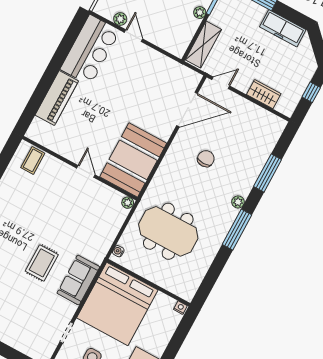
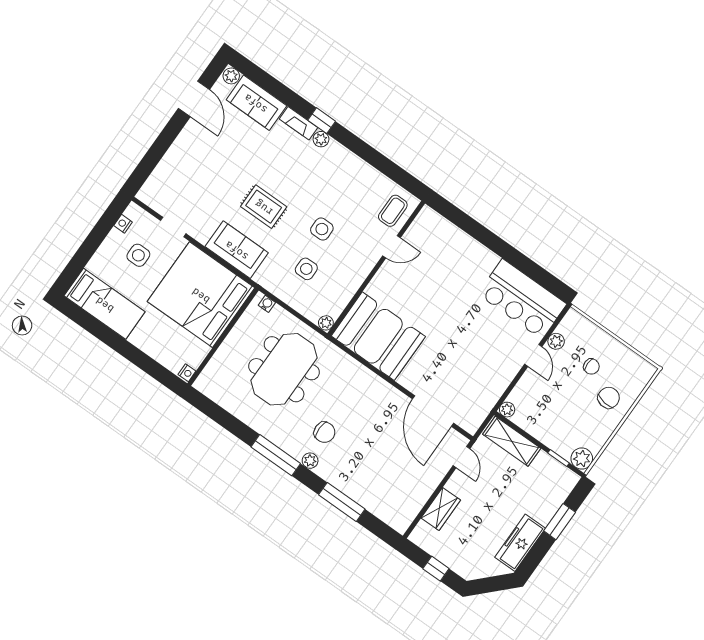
plant: (200, 13) -> (507, 410), moved
door: (134, 36) -> (533, 355), hinge flipped
piano: (57, 98) -> (467, 250), removed
chair: (206, 159) -> (324, 432), moved
coffee table: (33, 160) -> (393, 211), turned 90
door: (86, 171) -> (391, 247), moved
side table: (54, 215) -> (322, 229), added
side table: (87, 223) -> (306, 269), added

